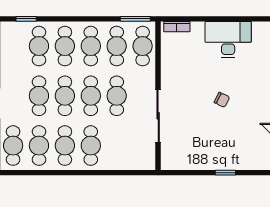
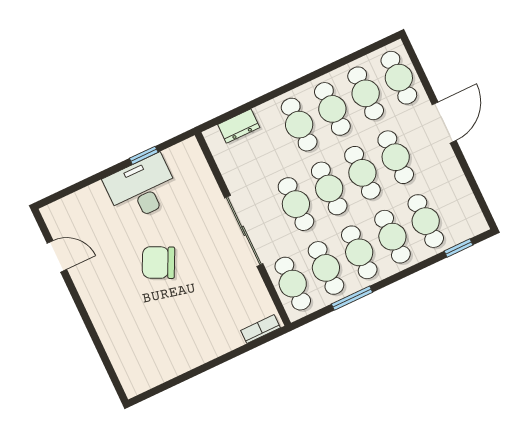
window: (135, 19) -> (352, 298), moved
desk: (228, 39) -> (142, 188), moved, turned 180
chair: (222, 100) -> (158, 263), width x1.87, depth x1.87
sliding door: (158, 116) -> (244, 231), moved
dresser: (130, 163) -> (239, 126), added
window: (225, 173) -> (144, 155), moved

